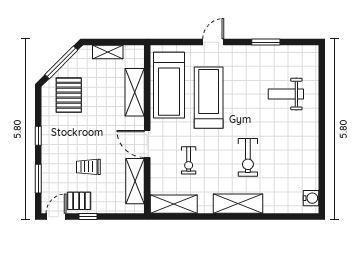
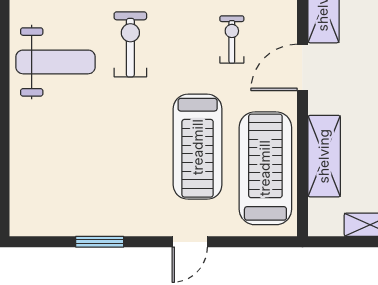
weight bench: (286, 94) -> (56, 62), moved, width x1.36, depth x1.33
door: (147, 144) -> (302, 67), swing flipped

